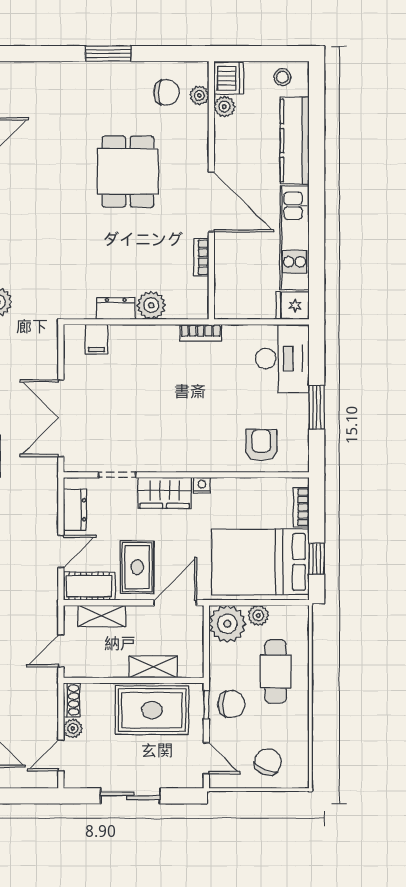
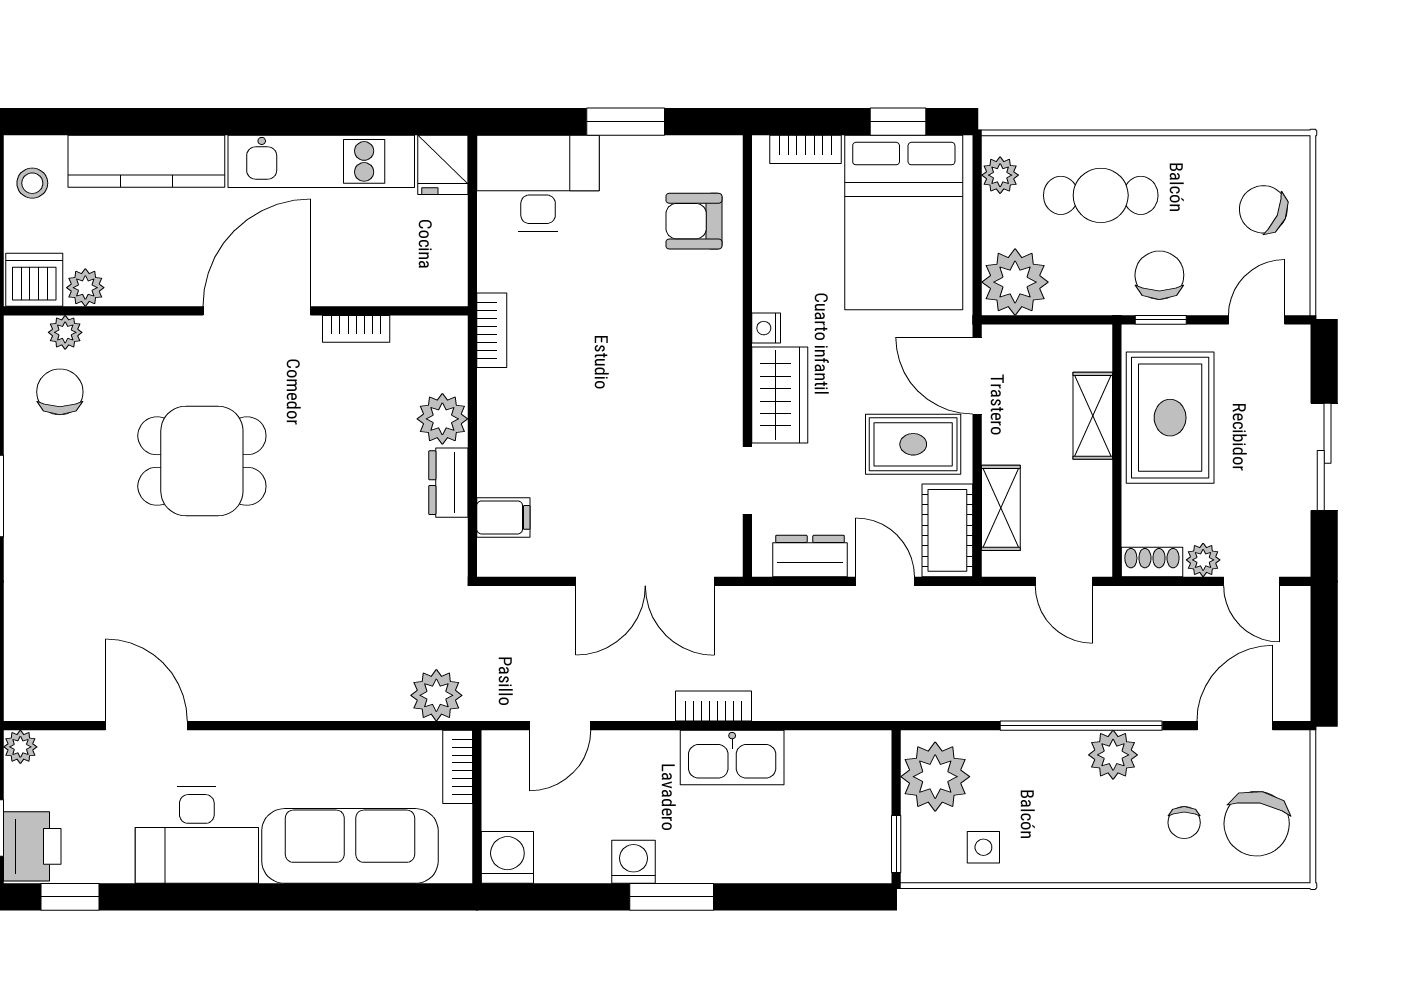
plant: (258, 616) -> (1000, 175), moved

